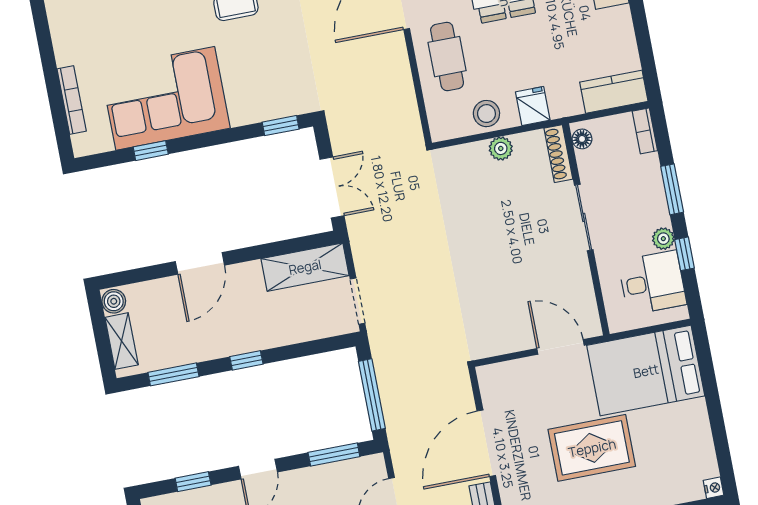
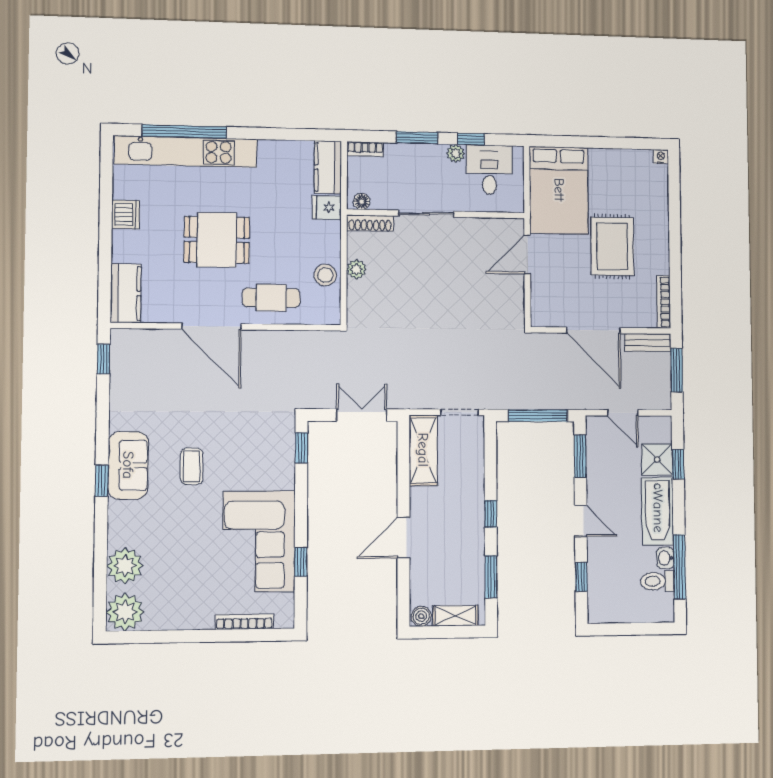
fridge: (533, 106) -> (327, 208), moved
door: (200, 263) -> (403, 538), swing flipped

